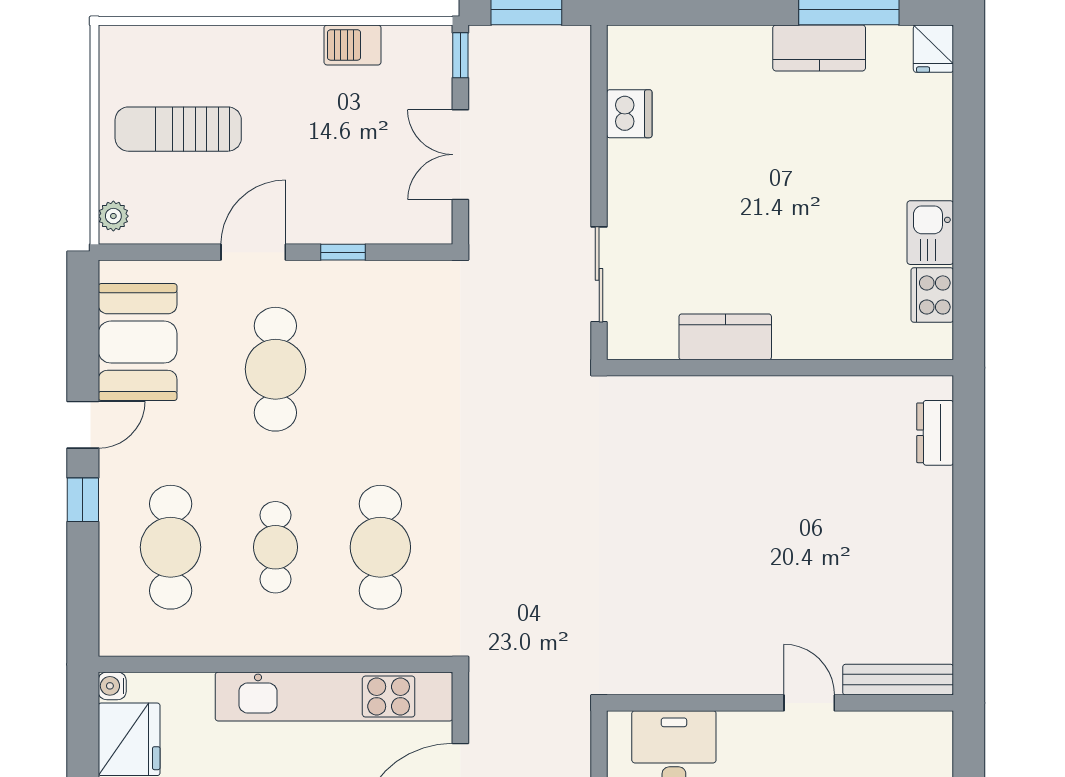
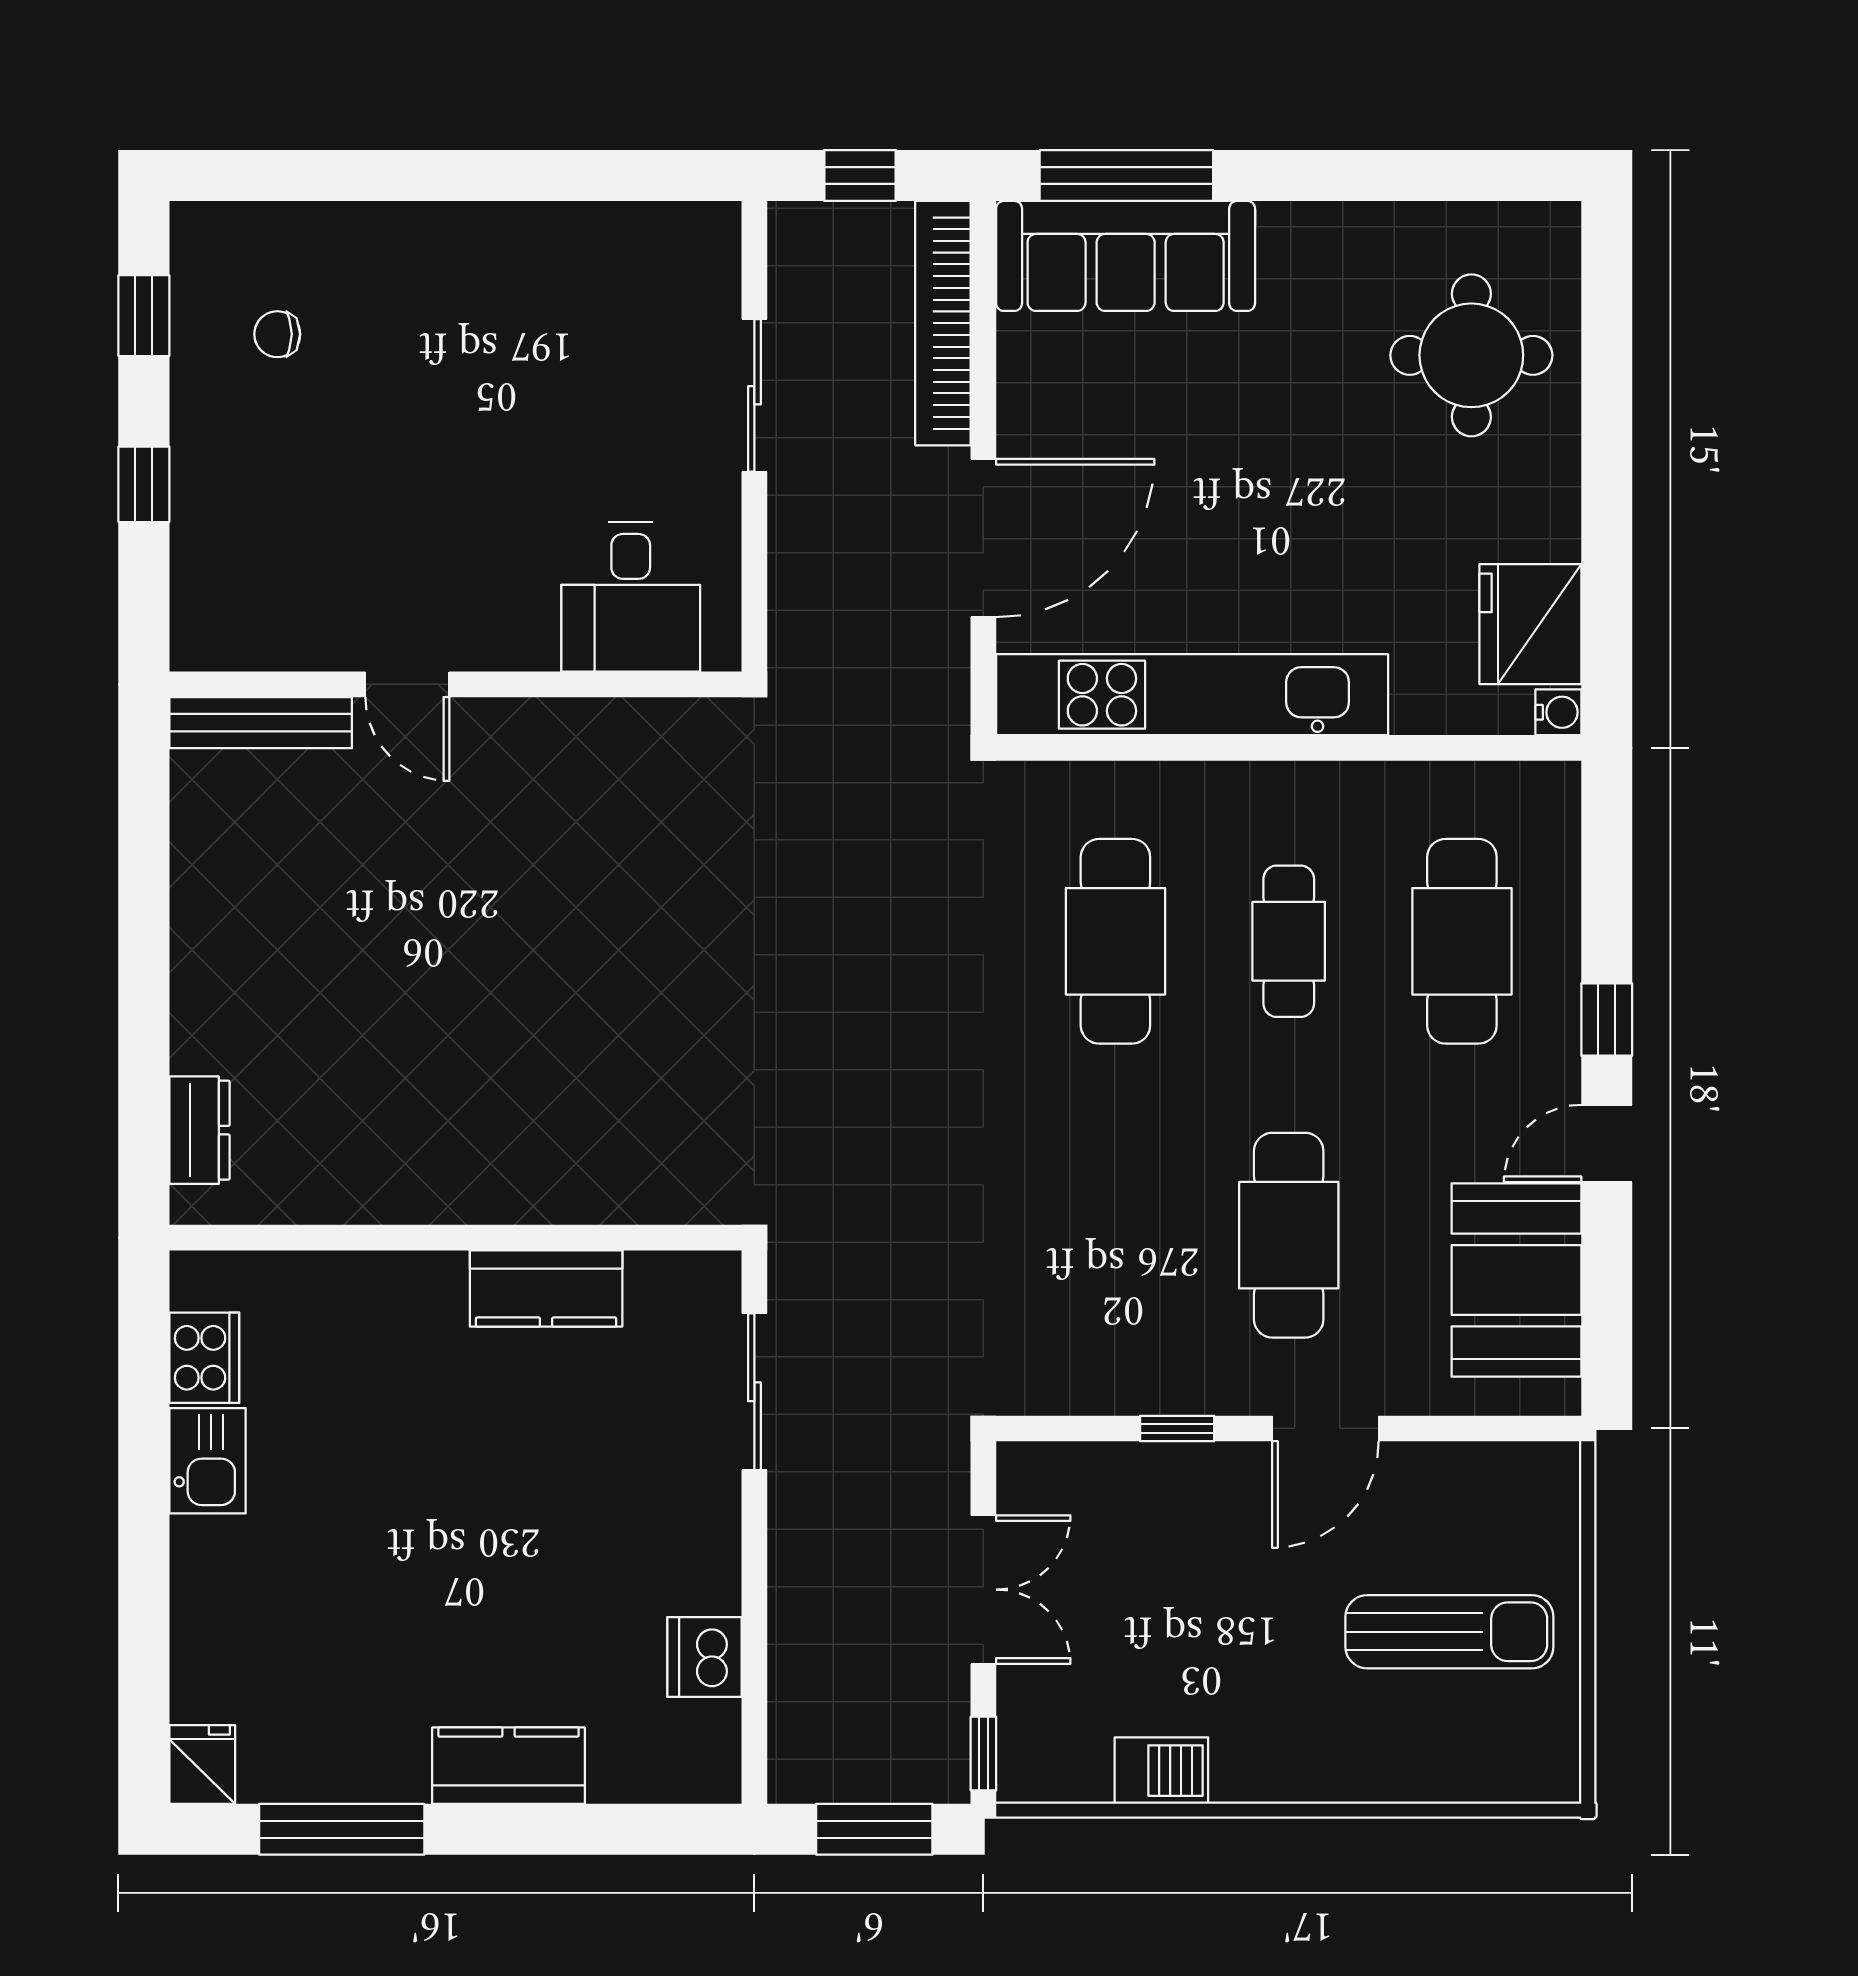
kitchen counter: (819, 48) -> (509, 1766), moved
plant: (113, 216) -> (1556, 1488), removed

